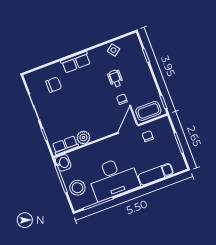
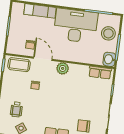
wheelchair: (115, 78) -> (16, 109), moved
door: (128, 129) -> (43, 59), swing flipped
plant: (83, 138) -> (63, 68), moved

